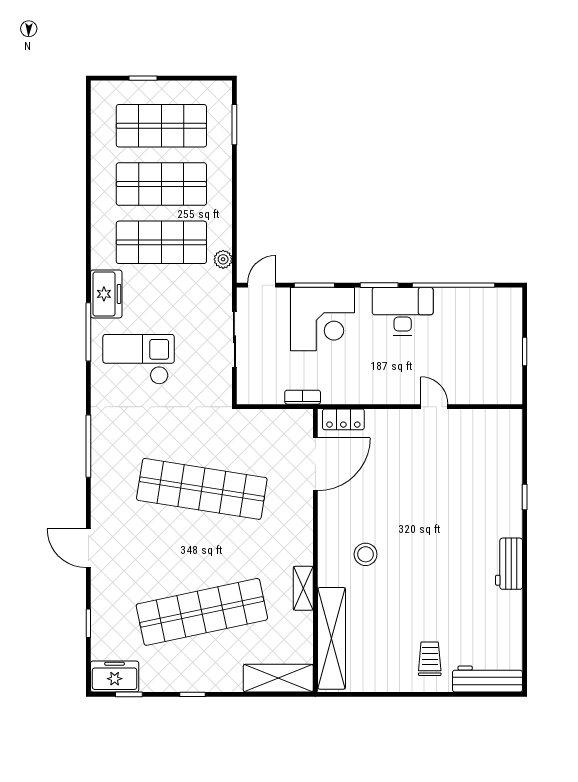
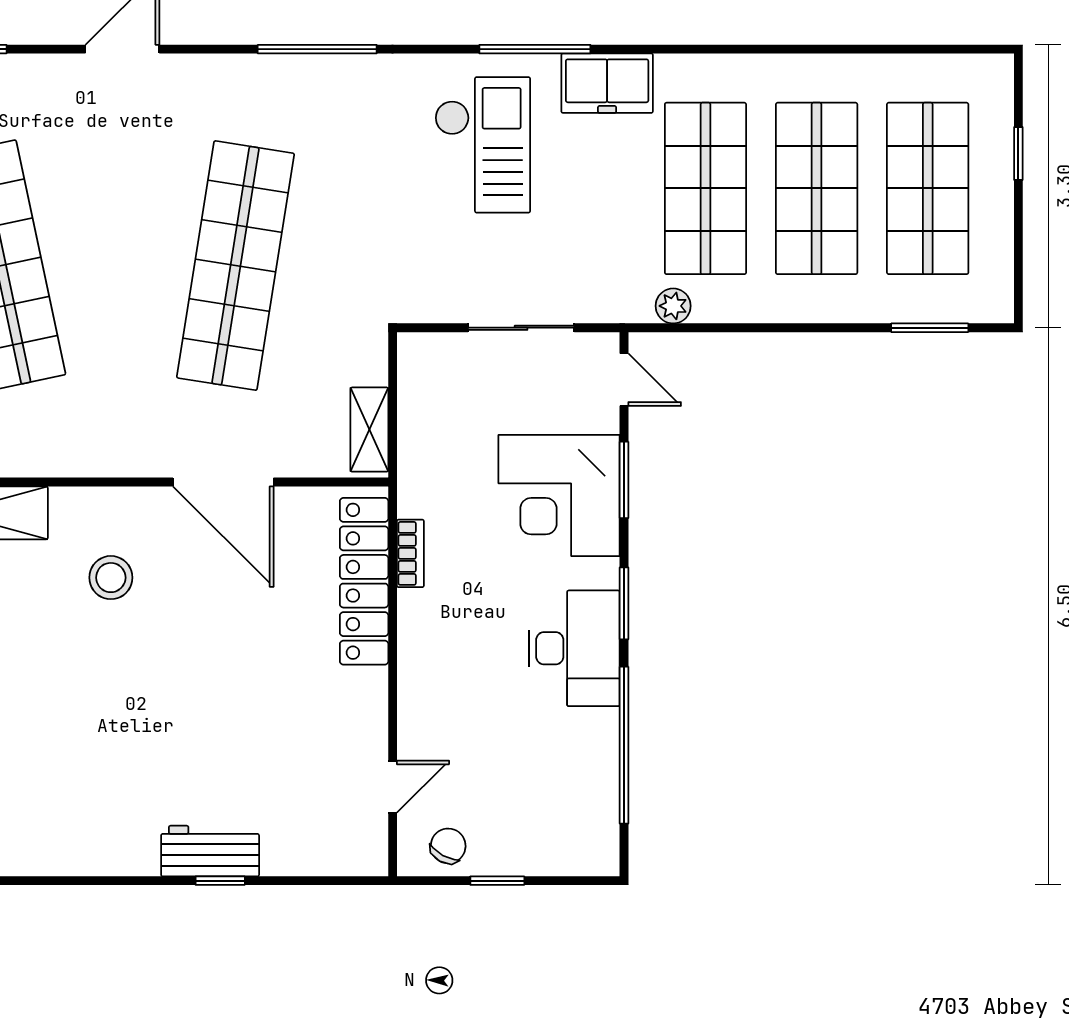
chair: (506, 377) -> (448, 846), added
bookcase: (303, 397) -> (410, 553), moved
door: (434, 407) -> (393, 787), moved
locker: (343, 419) -> (364, 581), width x2.16, depth x1.21
door: (315, 464) -> (223, 482), moved
workbench: (509, 564) -> (210, 851), moved
shelving: (303, 588) -> (369, 430), moved, turned 90

